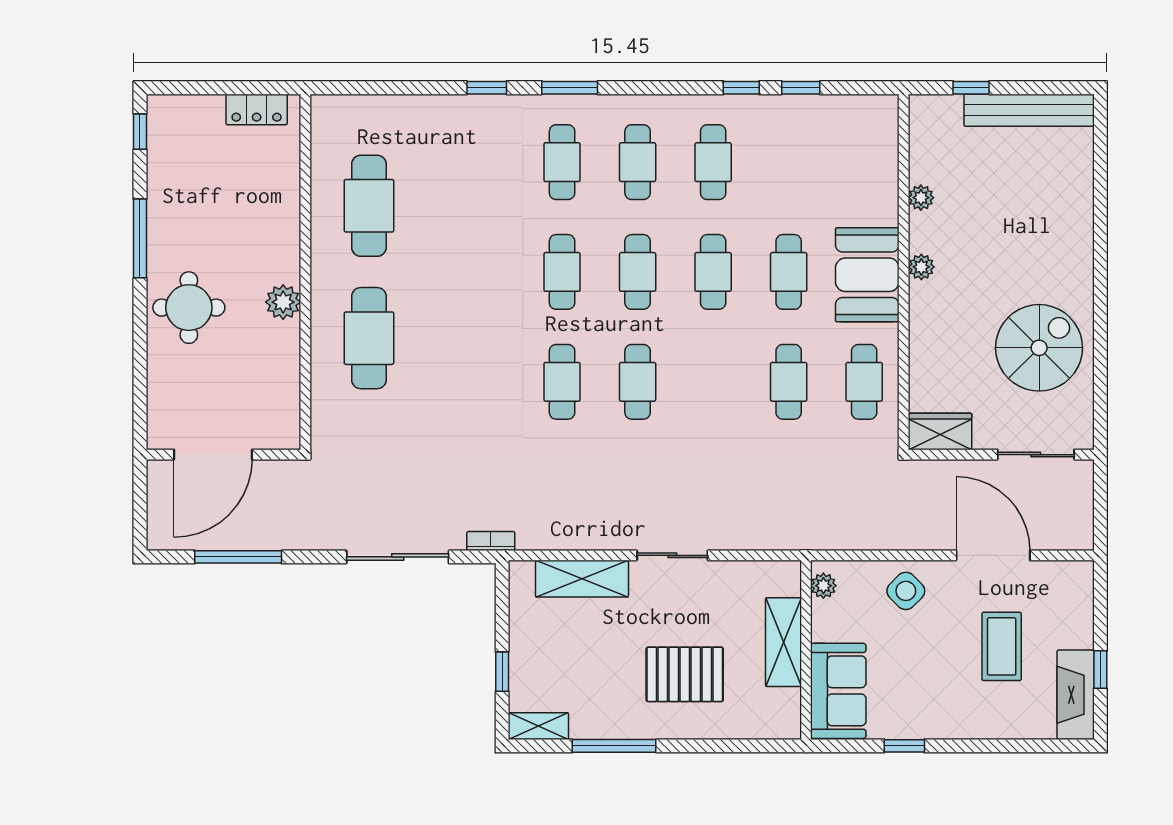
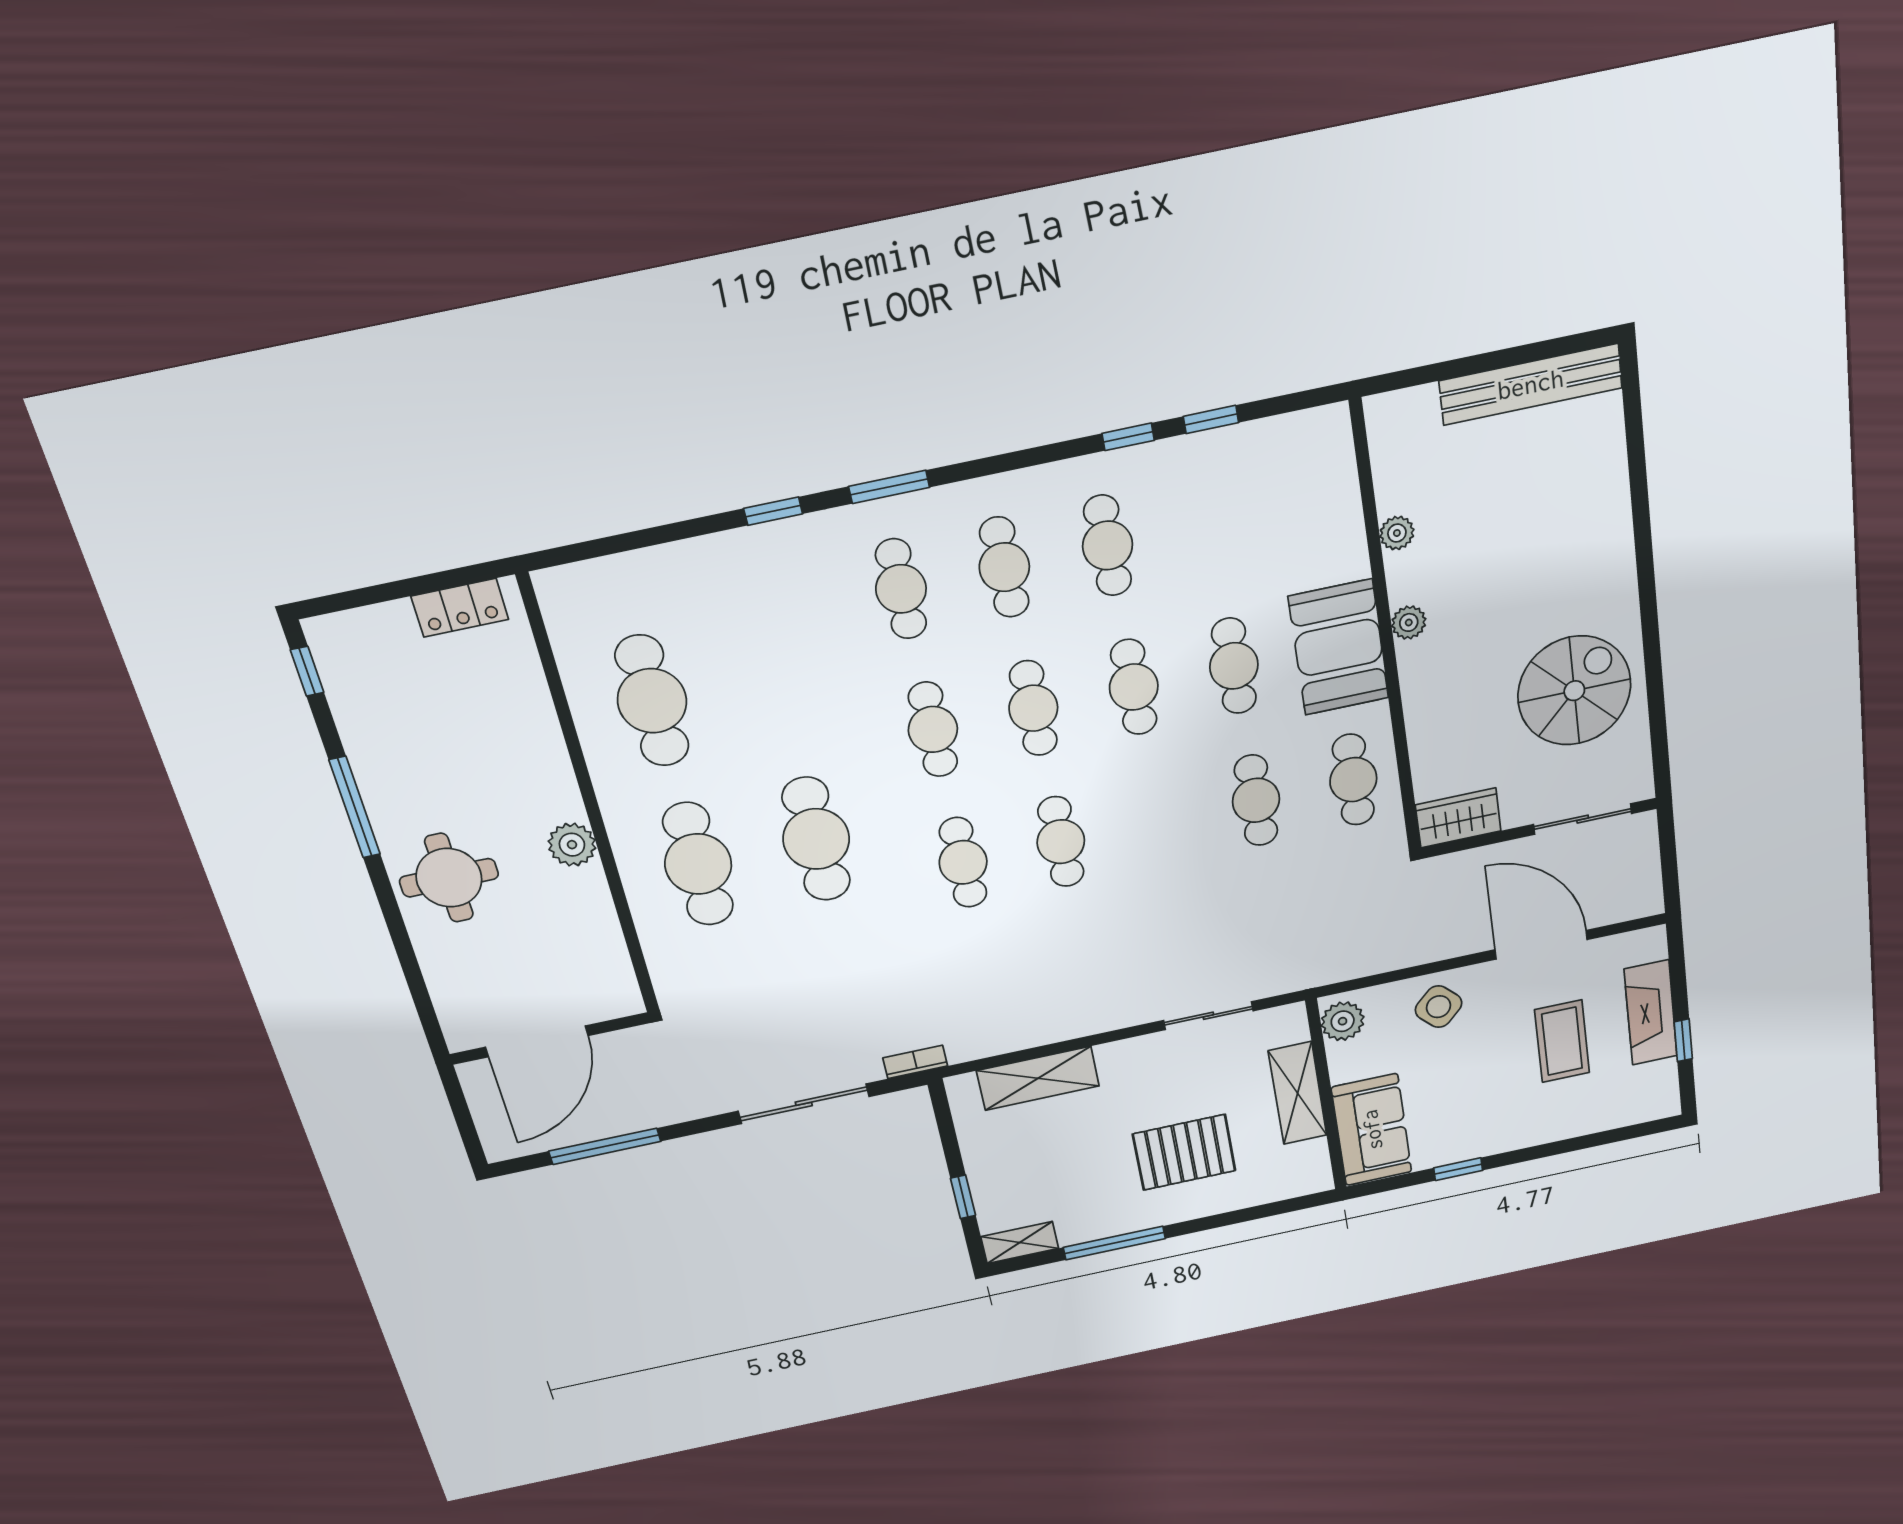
window: (971, 88) -> (1447, 370), removed
cafe table: (459, 338) -> (816, 839), added
sliding door: (672, 555) -> (1208, 1016), moved
plant: (823, 586) -> (1343, 1021), width x1.38, depth x1.38
fireplace: (1076, 695) -> (1651, 1013), moved

